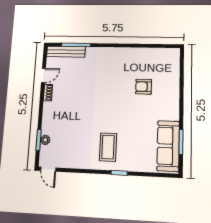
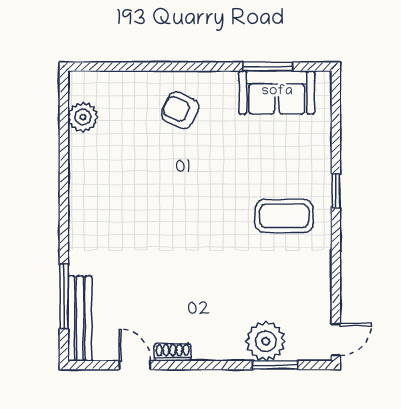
plant: (158, 54) -> (83, 117), added
armchair: (144, 87) -> (180, 110), moved, turned 114
plant: (45, 140) -> (266, 341), width x1.87, depth x1.87
sofa: (168, 146) -> (277, 92), width x0.73

